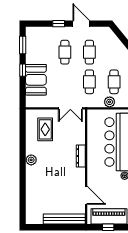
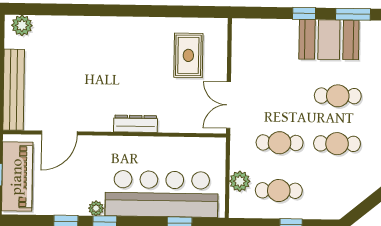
booth: (36, 80) -> (329, 40), moved
rug: (45, 129) -> (188, 55), turned 90
plant: (31, 160) -> (22, 25), moved

